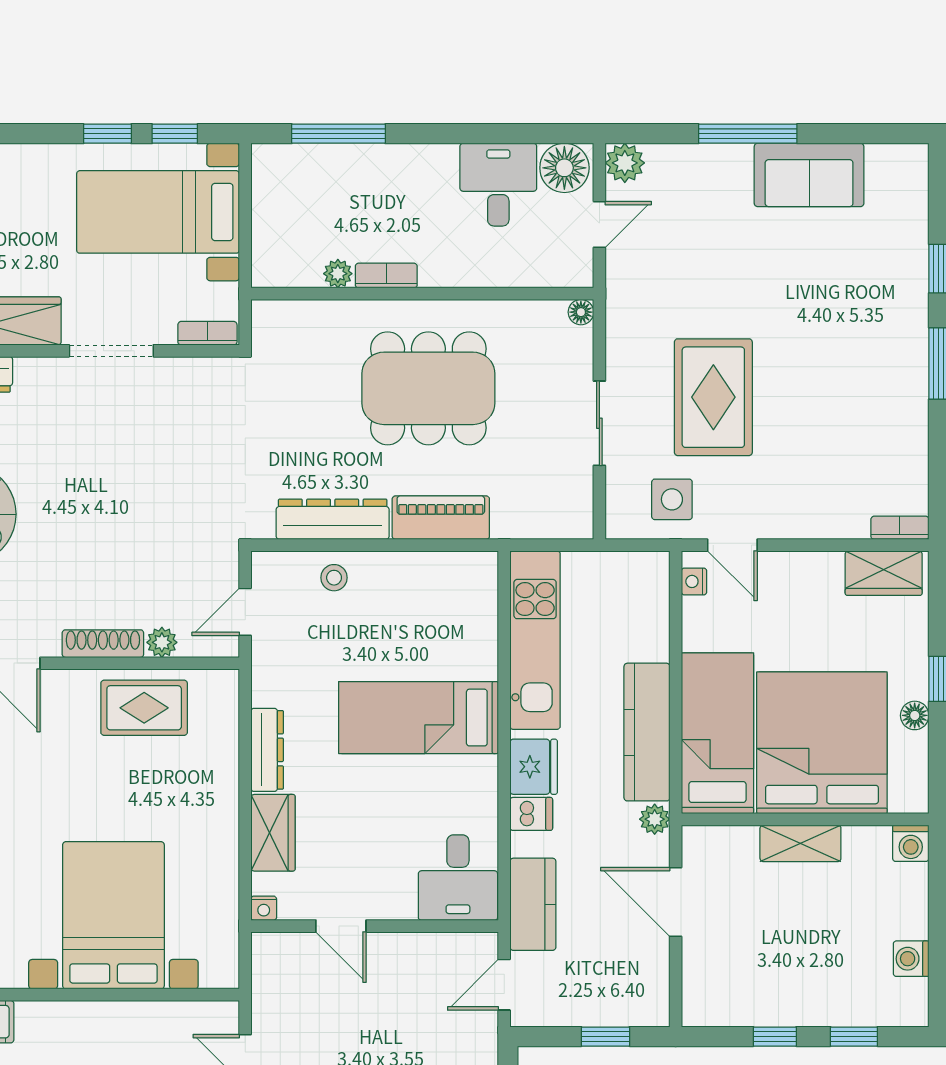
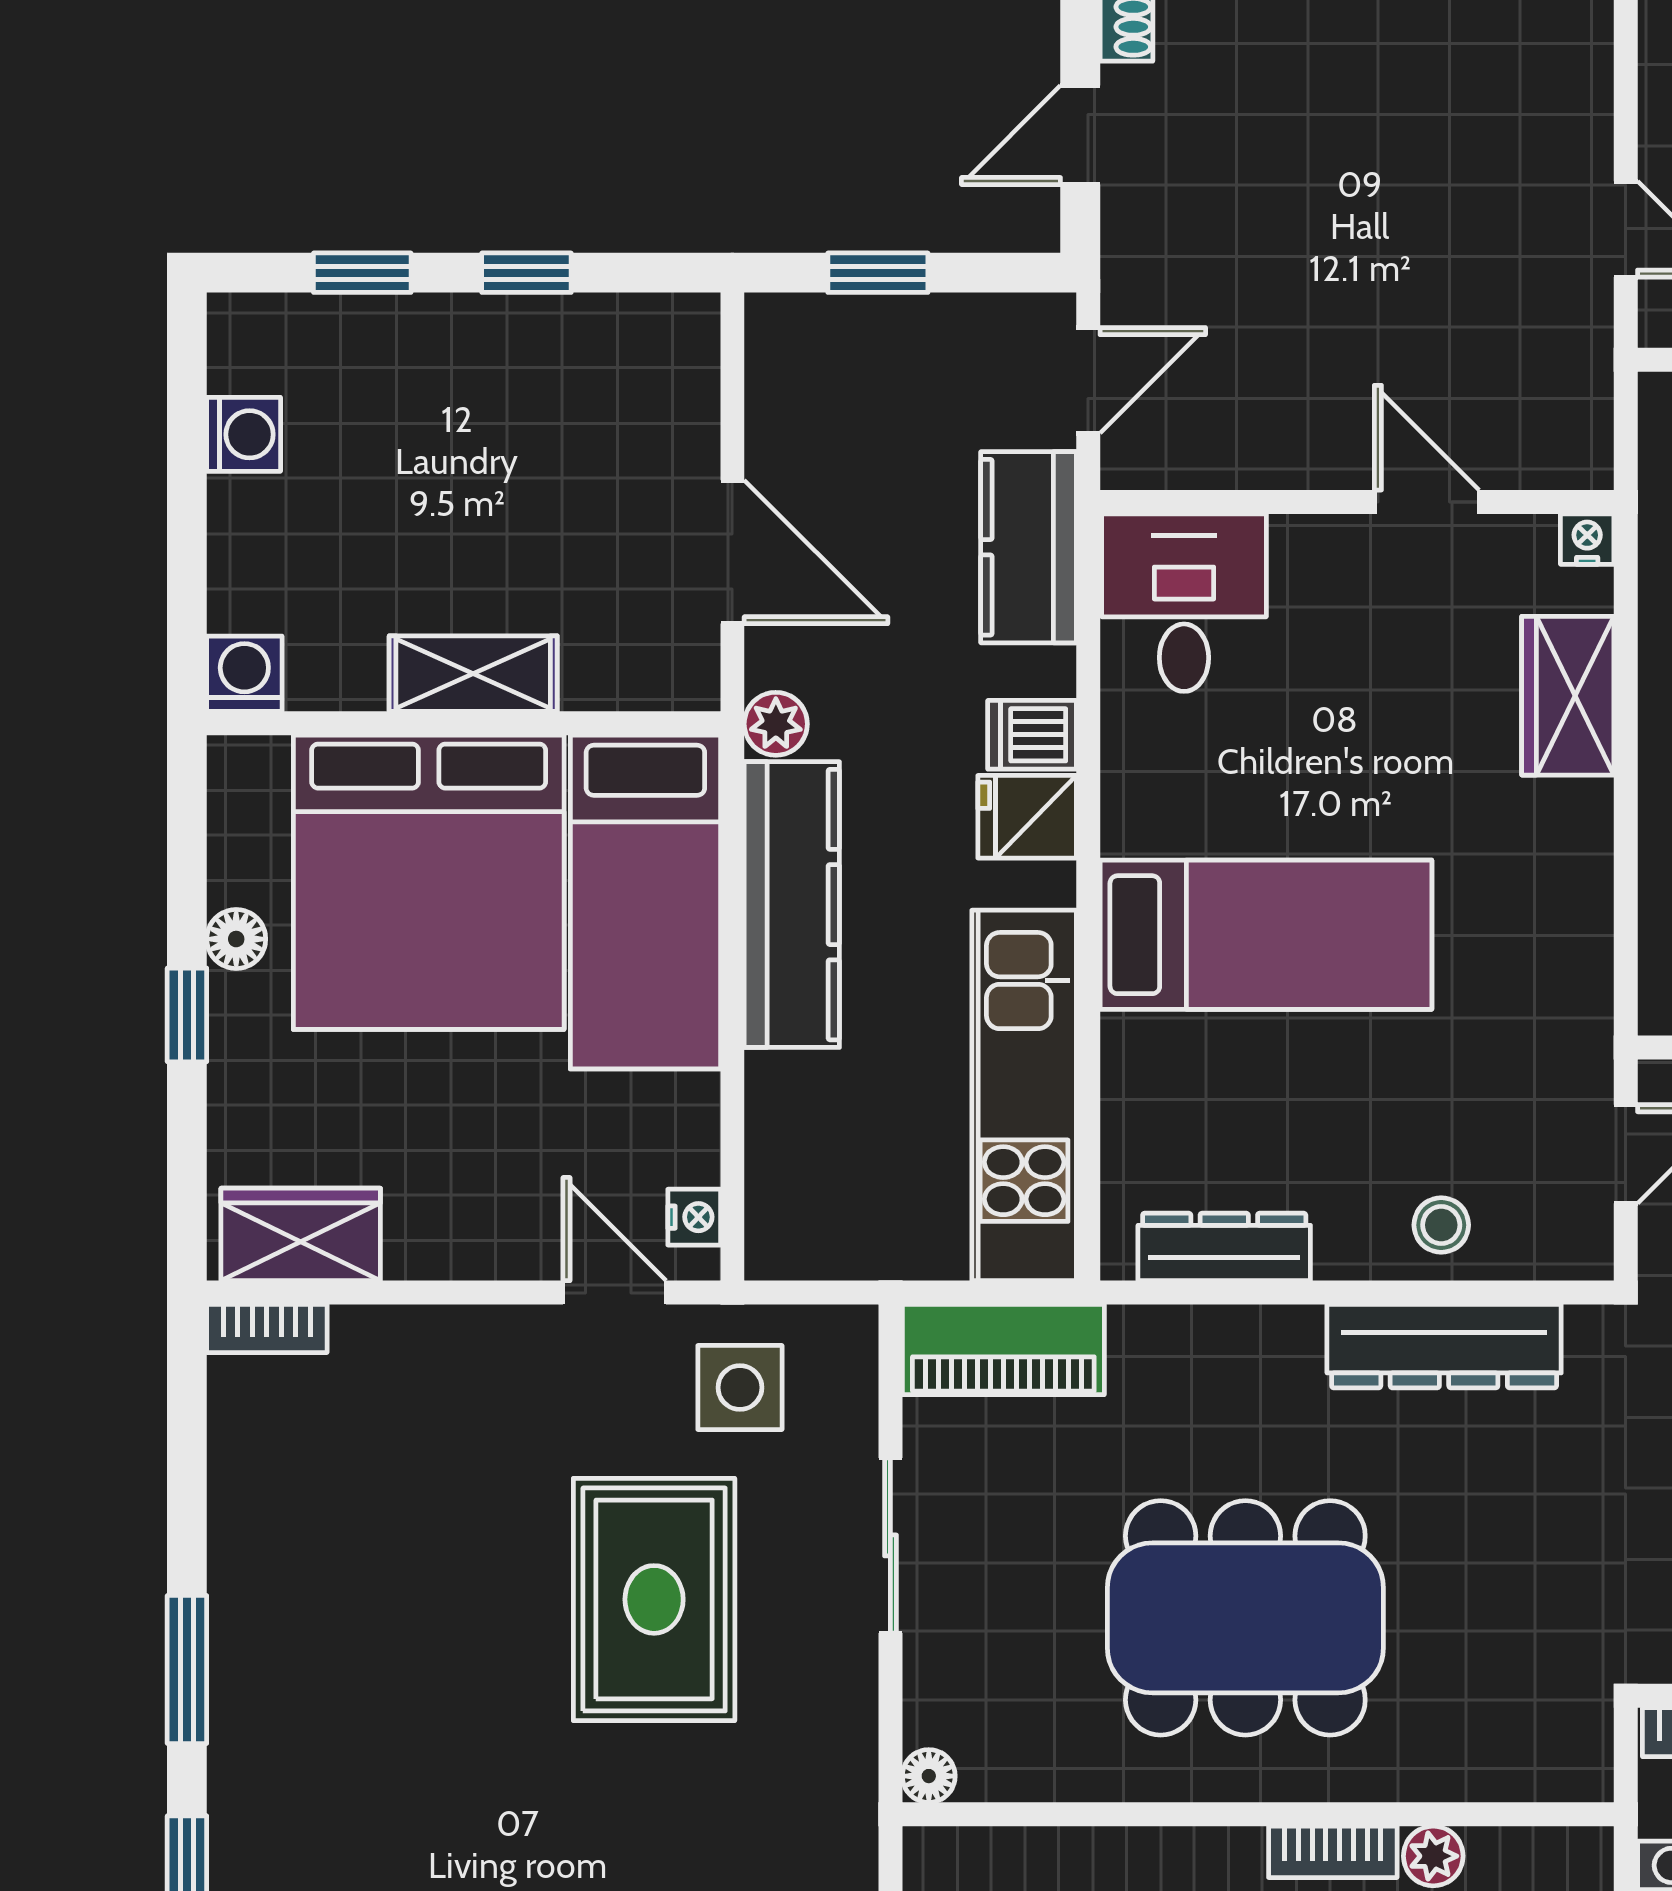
piano: (441, 518) -> (1003, 1350), moved
dresser: (267, 750) -> (1224, 1247), moved, turned 90
fridge: (534, 767) -> (1027, 817), width x0.72

